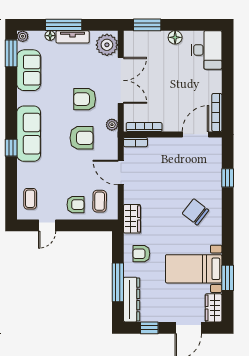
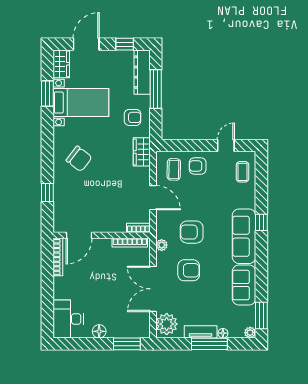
sofa: (29, 70) -> (244, 285), moved

